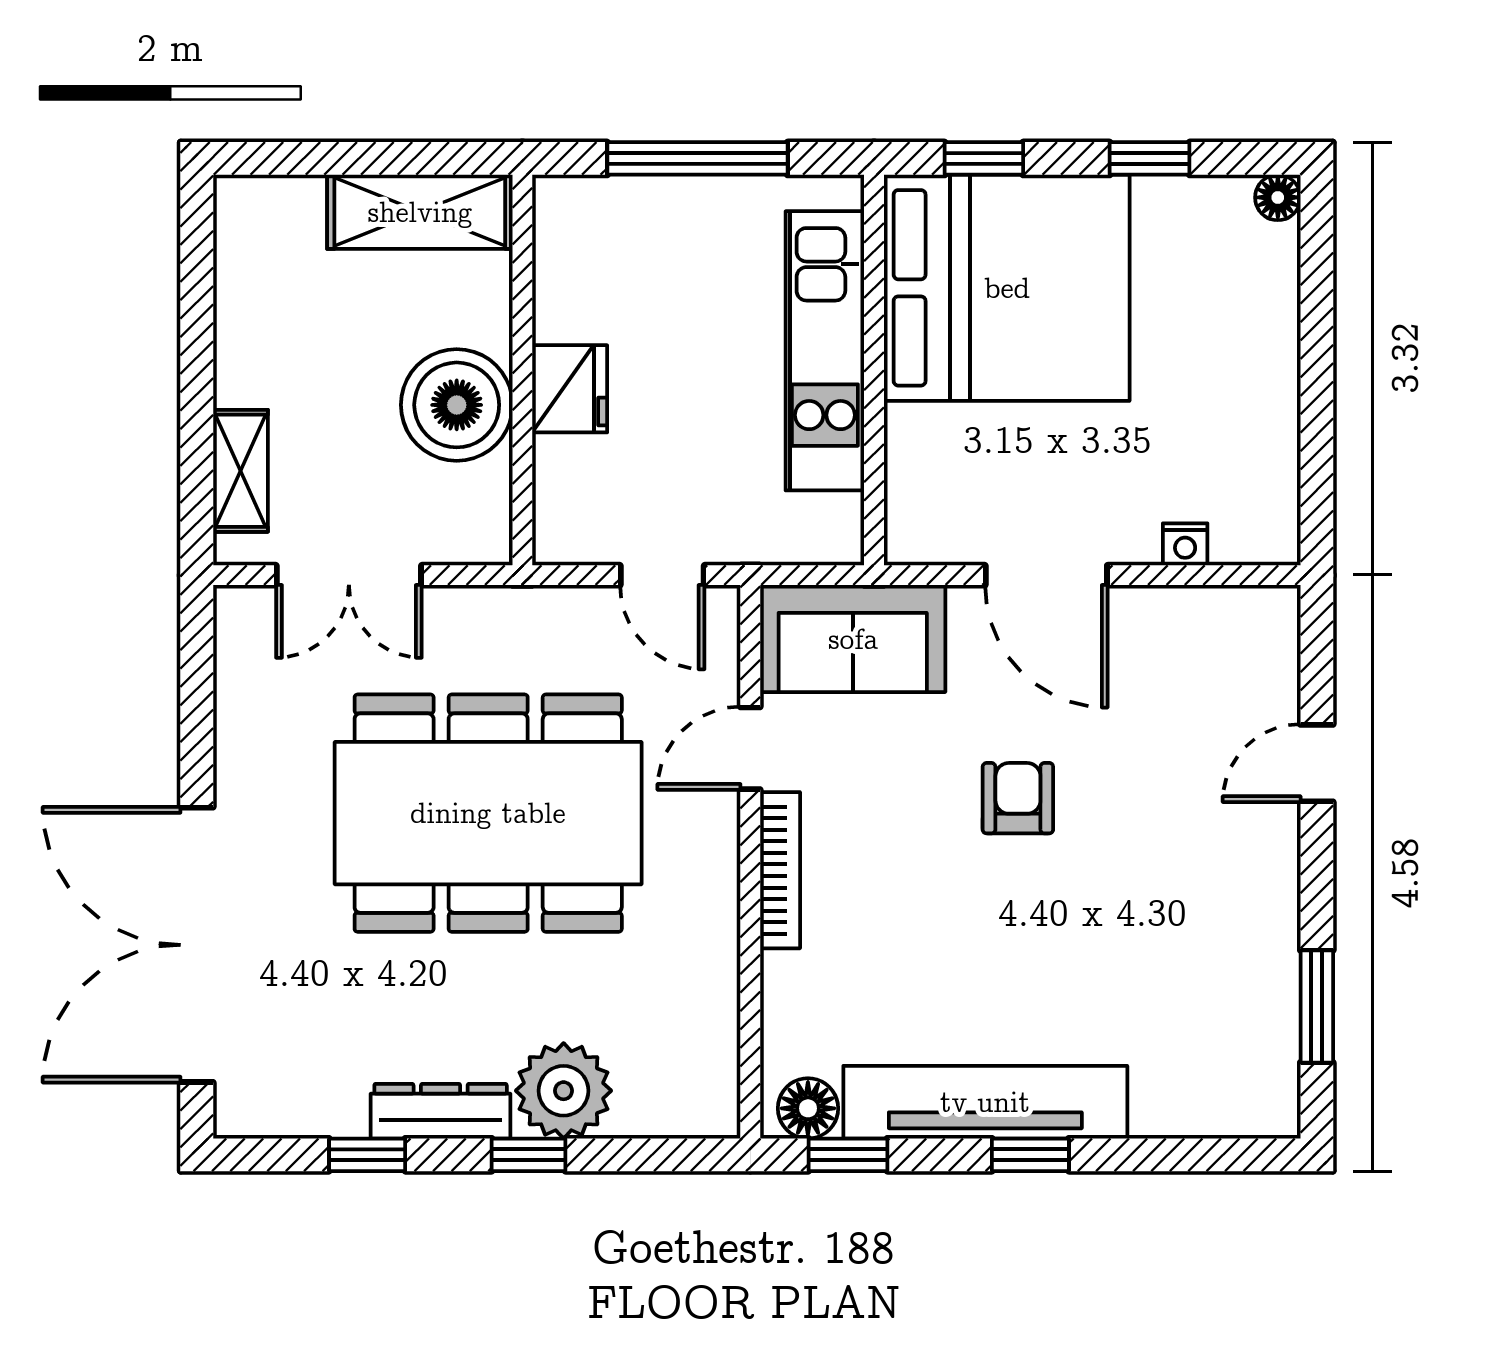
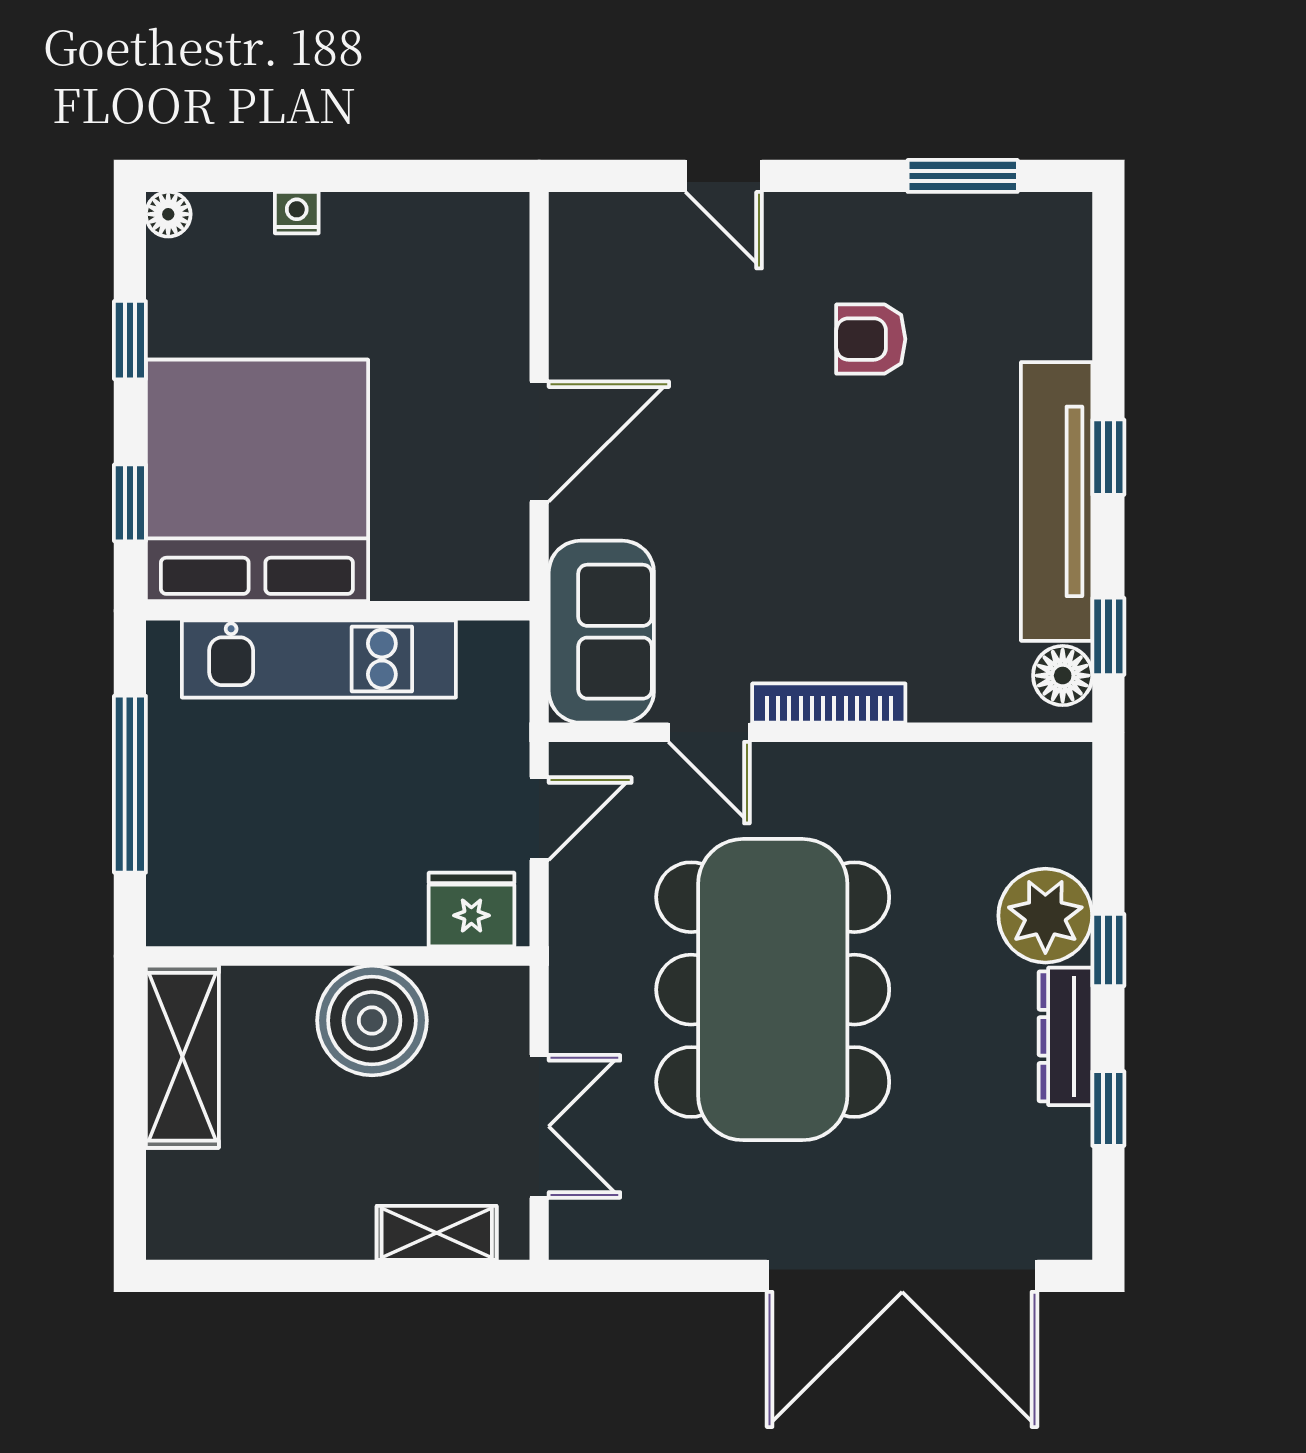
fridge: (570, 389) -> (471, 910), moved
nightstand: (1185, 544) -> (297, 213), moved, turned -90
armchair: (1018, 798) -> (871, 339), moved

